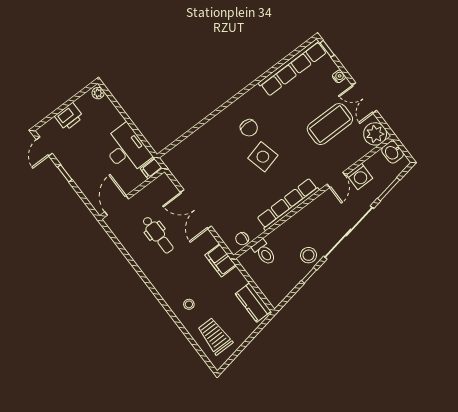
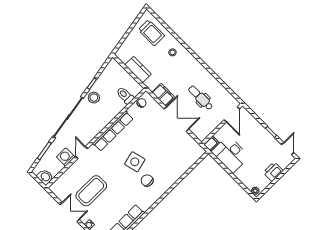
plant: (375, 134) -> (59, 188), removed
filing cabinet: (221, 260) -> (163, 95), moved
kitchen counter: (253, 303) -> (138, 70), moved

